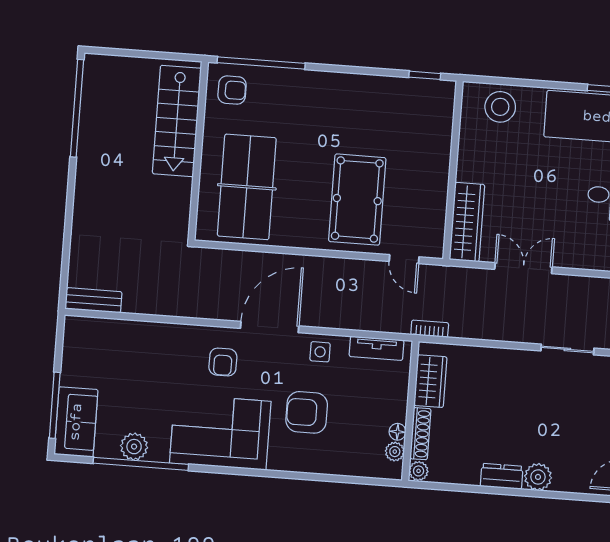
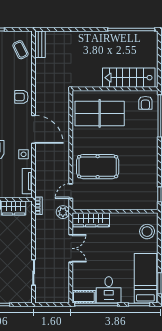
plant: (446, 279) -> (63, 212), added
coffee table: (102, 342) -> (20, 50), added
armchair: (223, 362) -> (21, 97), moved

